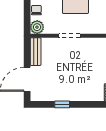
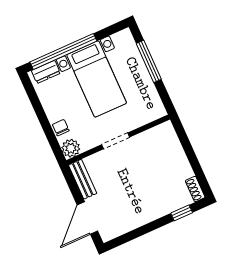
window: (62, 104) -> (182, 213), moved

